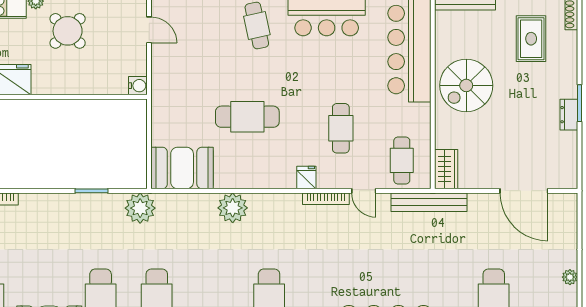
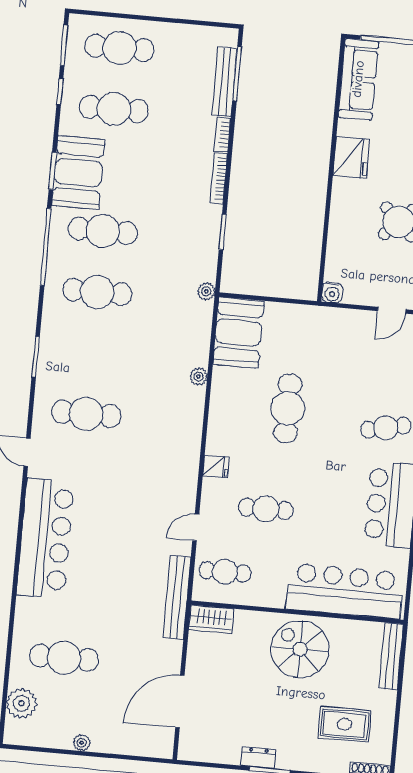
bookcase: (326, 199) -> (219, 178), moved
plant: (140, 208) -> (206, 291), width x0.53, depth x0.53
plant: (233, 208) -> (199, 377), width x0.53, depth x0.53

